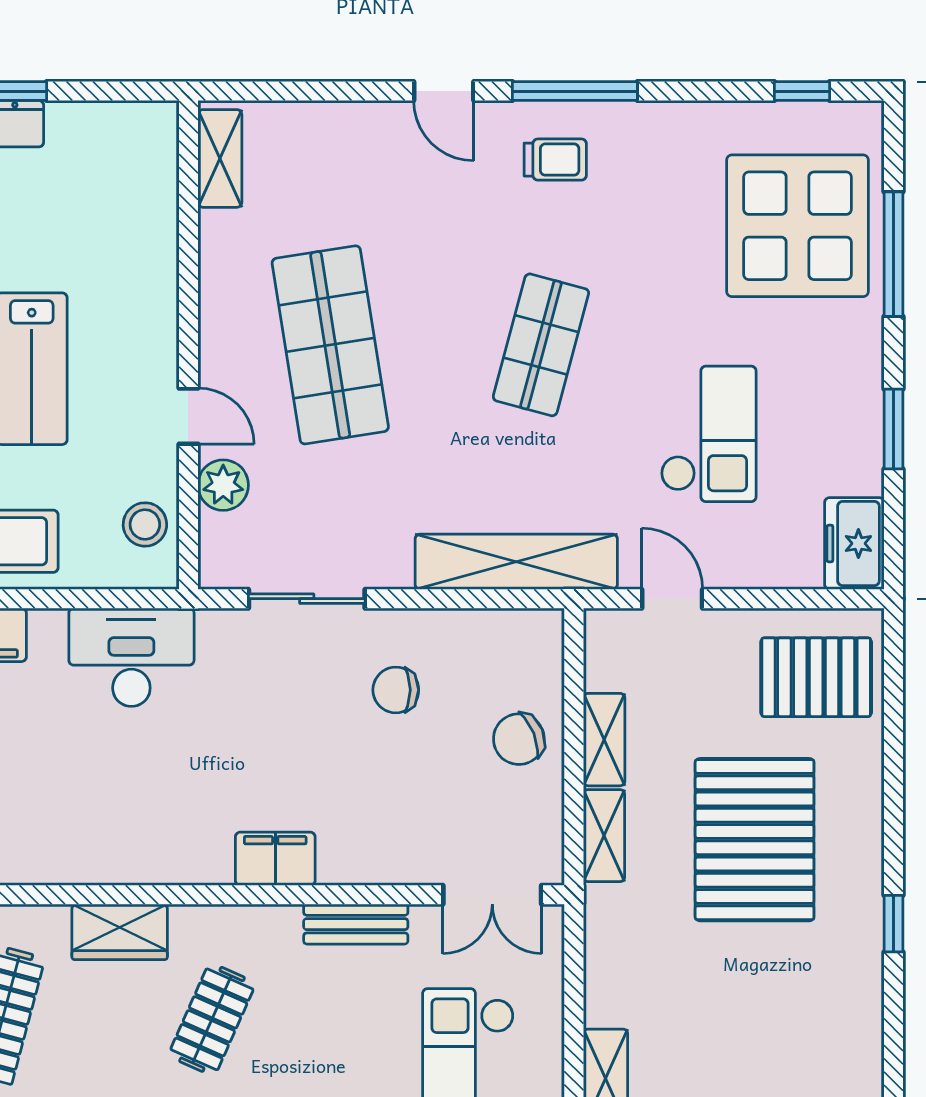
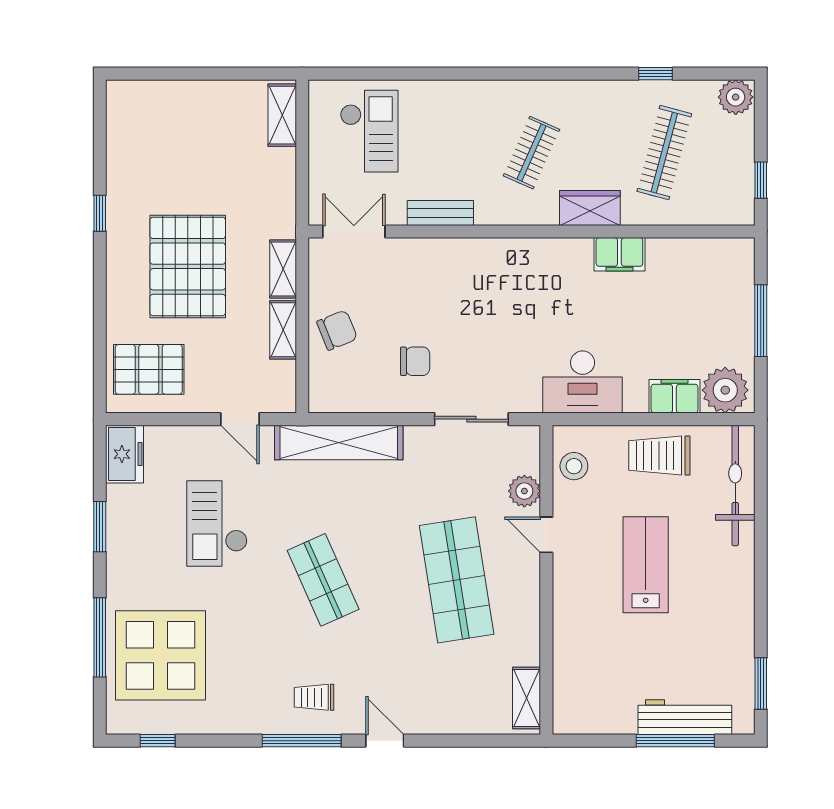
shop shelf: (541, 345) -> (323, 580), turned -39
filing cabinet: (275, 859) -> (619, 254), moved

